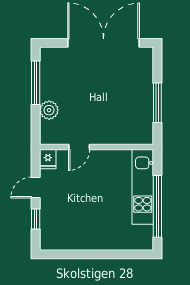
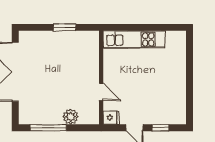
window: (157, 103) -> (65, 27), width x0.69
window: (157, 206) -> (150, 27), removed

